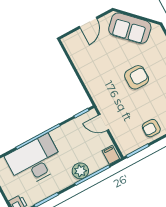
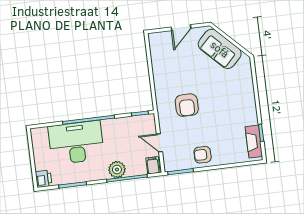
armchair: (137, 77) -> (187, 105), moved, turned 90
door: (103, 122) -> (159, 143), moved

